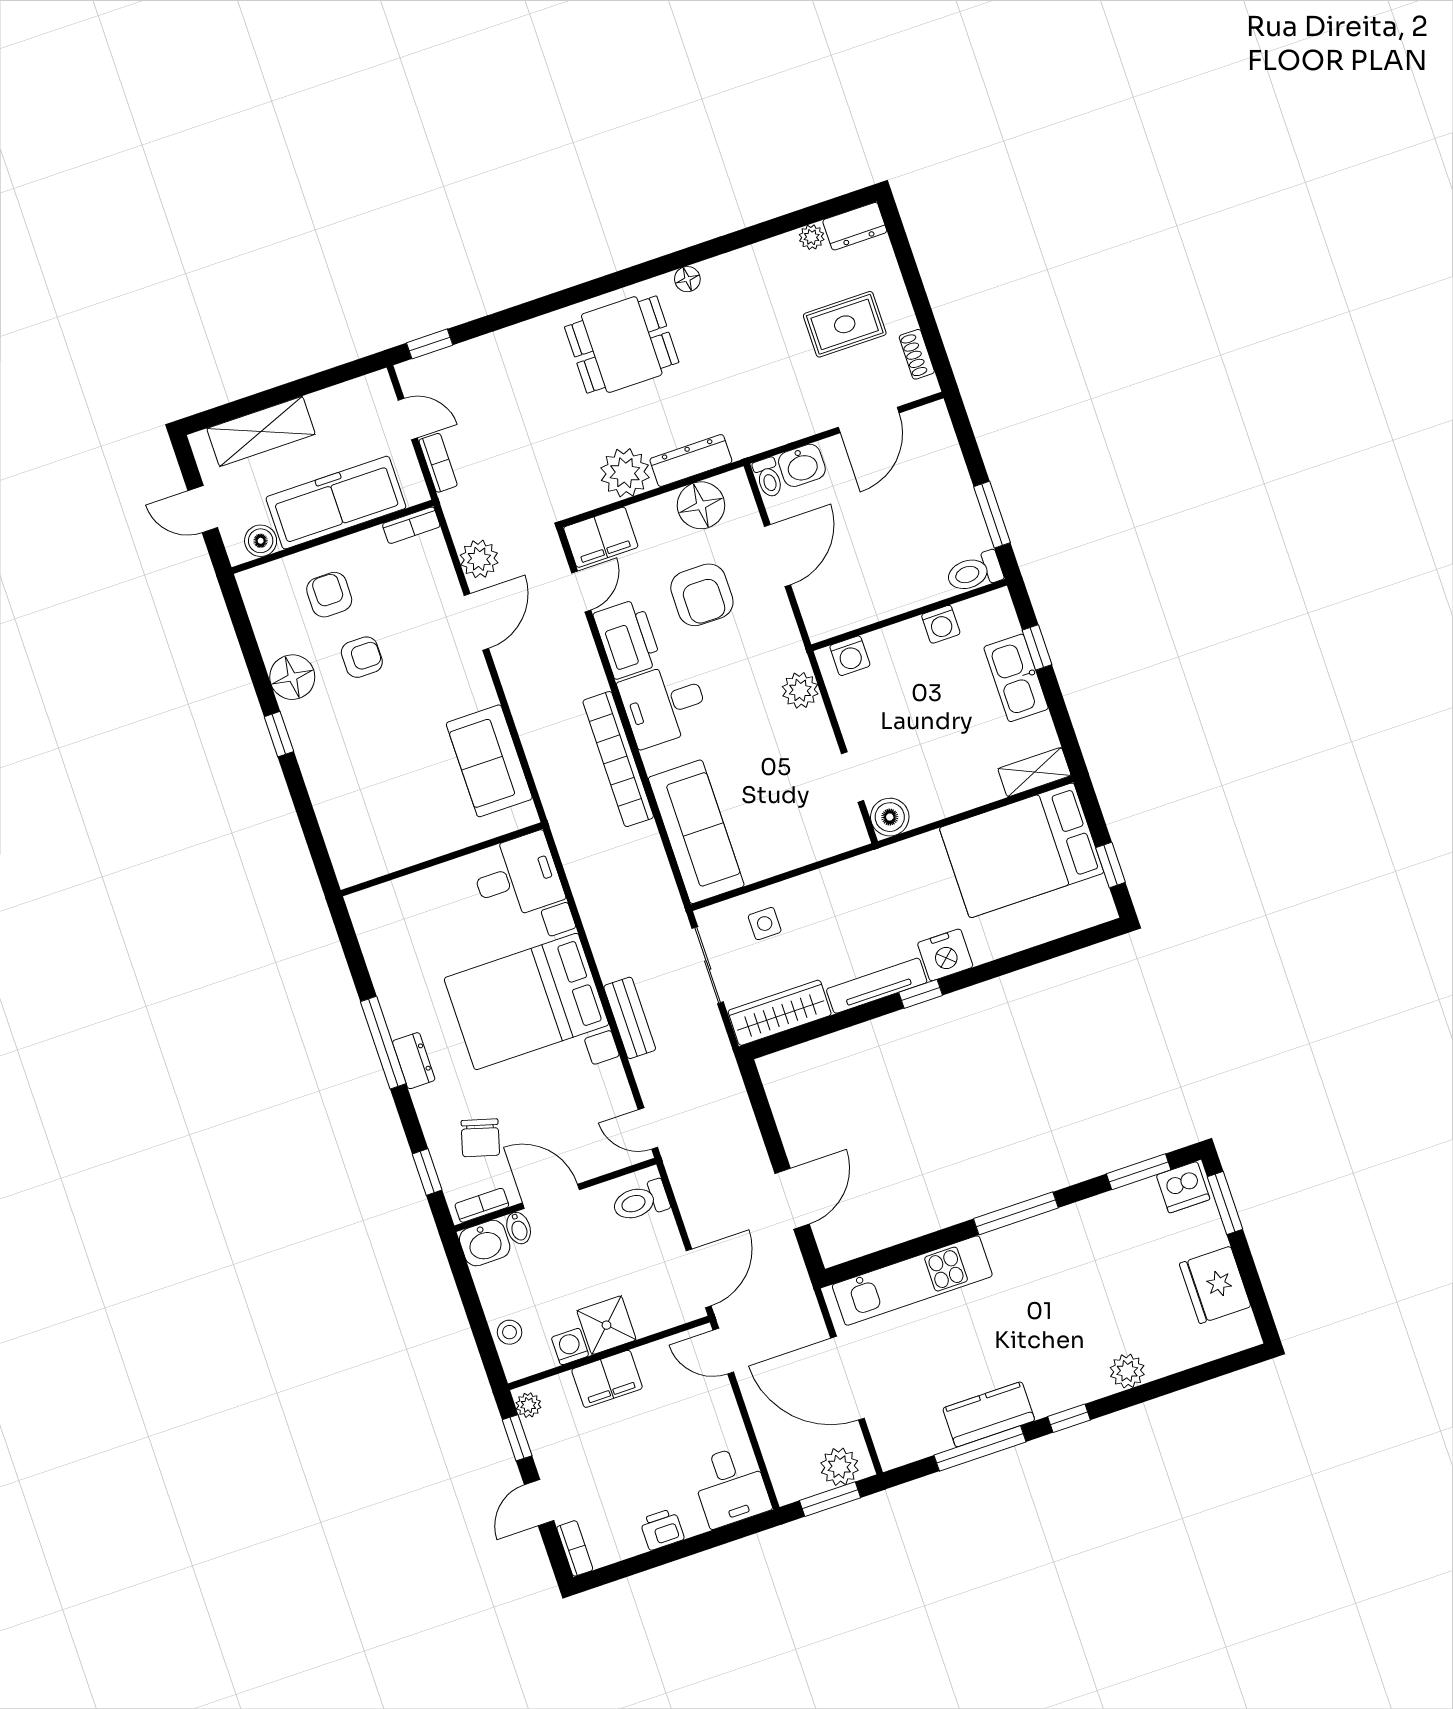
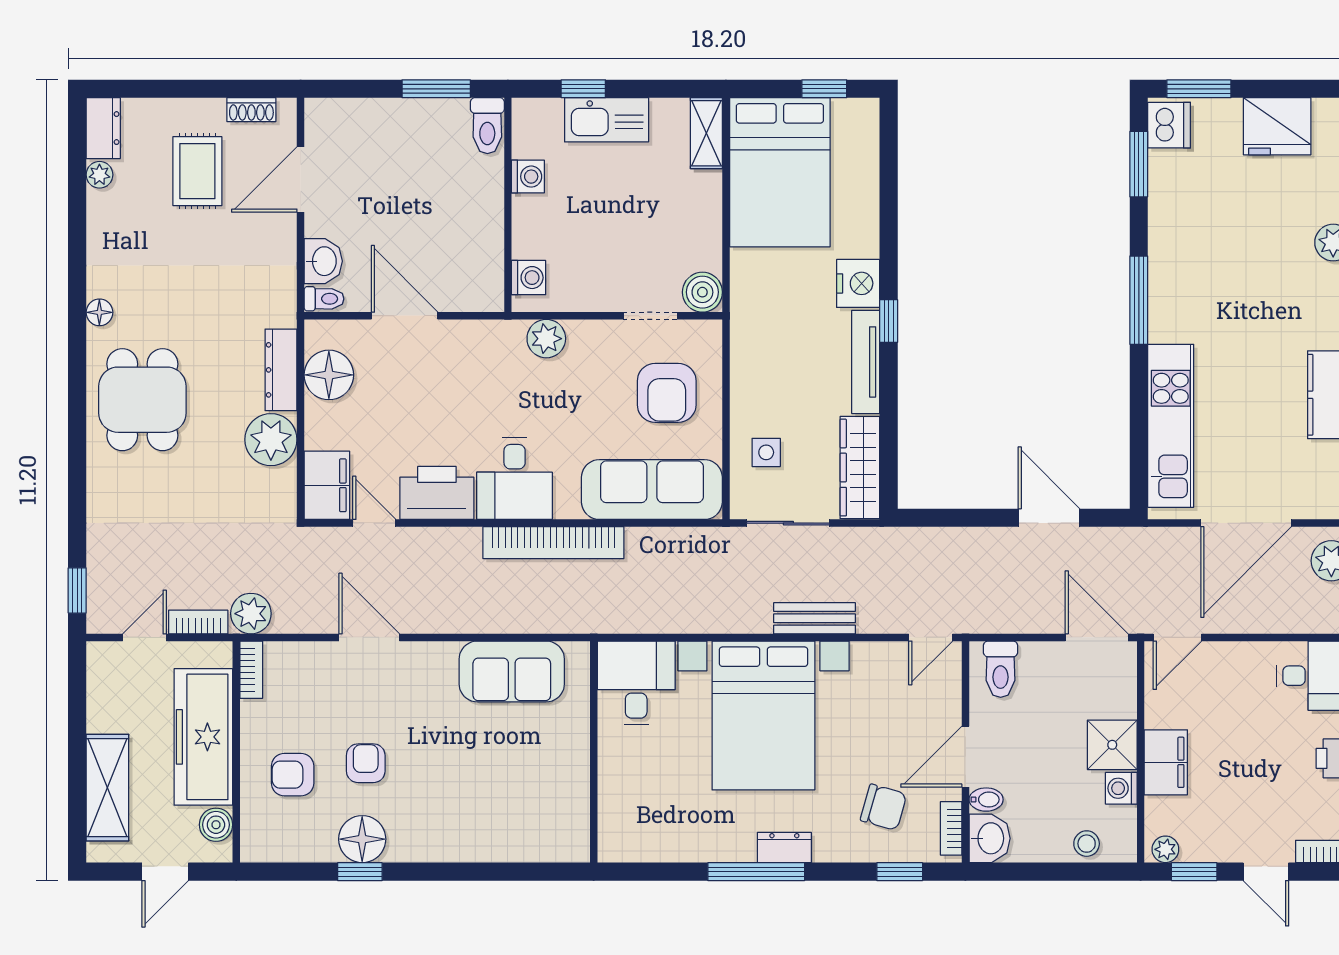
door: (869, 420) -> (301, 180), swing flipped
plant: (479, 559) -> (251, 614), moved
armchair: (702, 595) -> (667, 393), moved, turned 90
window: (279, 734) -> (360, 872), moved

